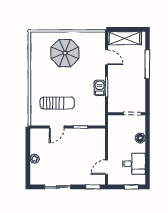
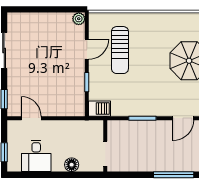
barbecue: (100, 88) -> (100, 109), moved
door: (57, 127) -> (87, 49), swing flipped
plant: (35, 159) -> (79, 19), moved

